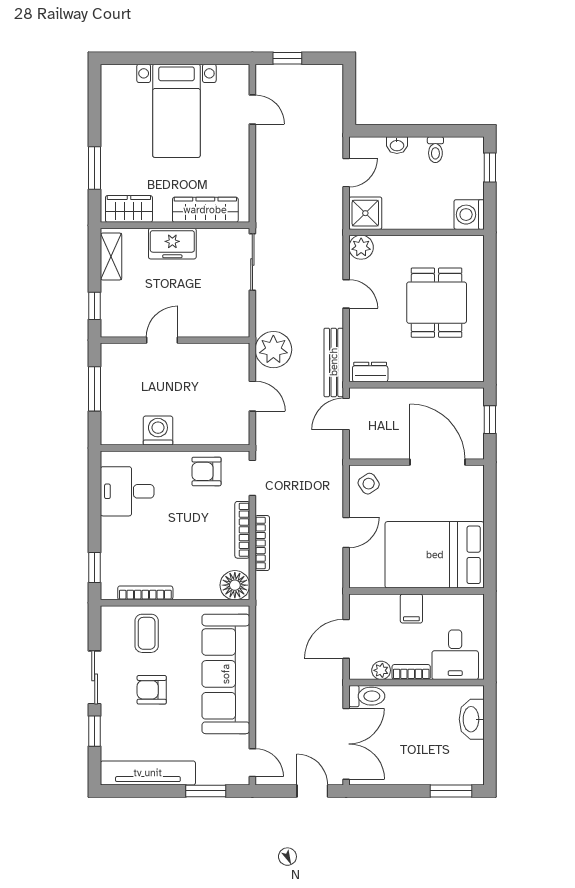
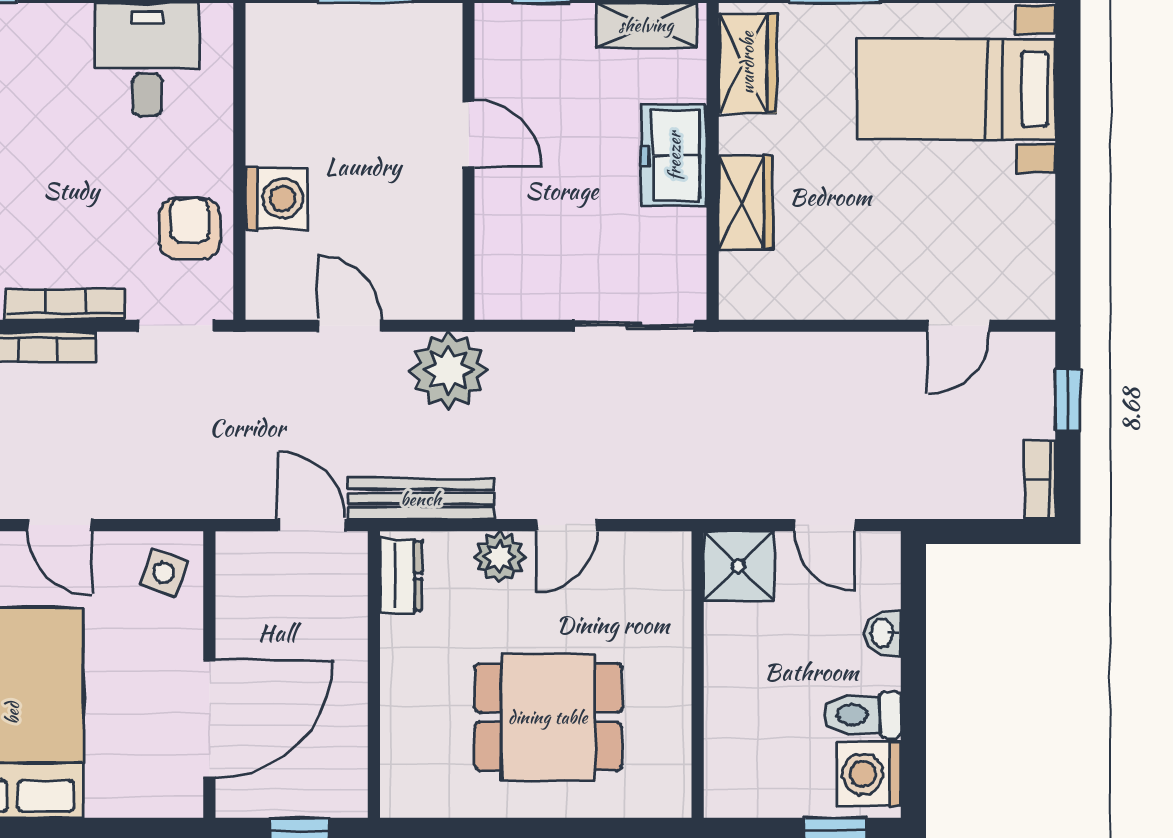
bookcase: (325, 71) -> (1040, 480), added
bed with nightstands: (176, 111) -> (956, 89), moved
toilet: (435, 150) -> (863, 715), width x1.37, depth x1.39
wardrobe: (205, 210) -> (746, 203), width x0.67
washing machine: (469, 215) -> (869, 774), moved, turned -90
plant: (361, 247) -> (500, 557), moved
door: (252, 396) -> (350, 326), swing flipped
washing machine: (158, 431) -> (276, 199), moved
side table: (369, 484) -> (164, 573), turned -37

